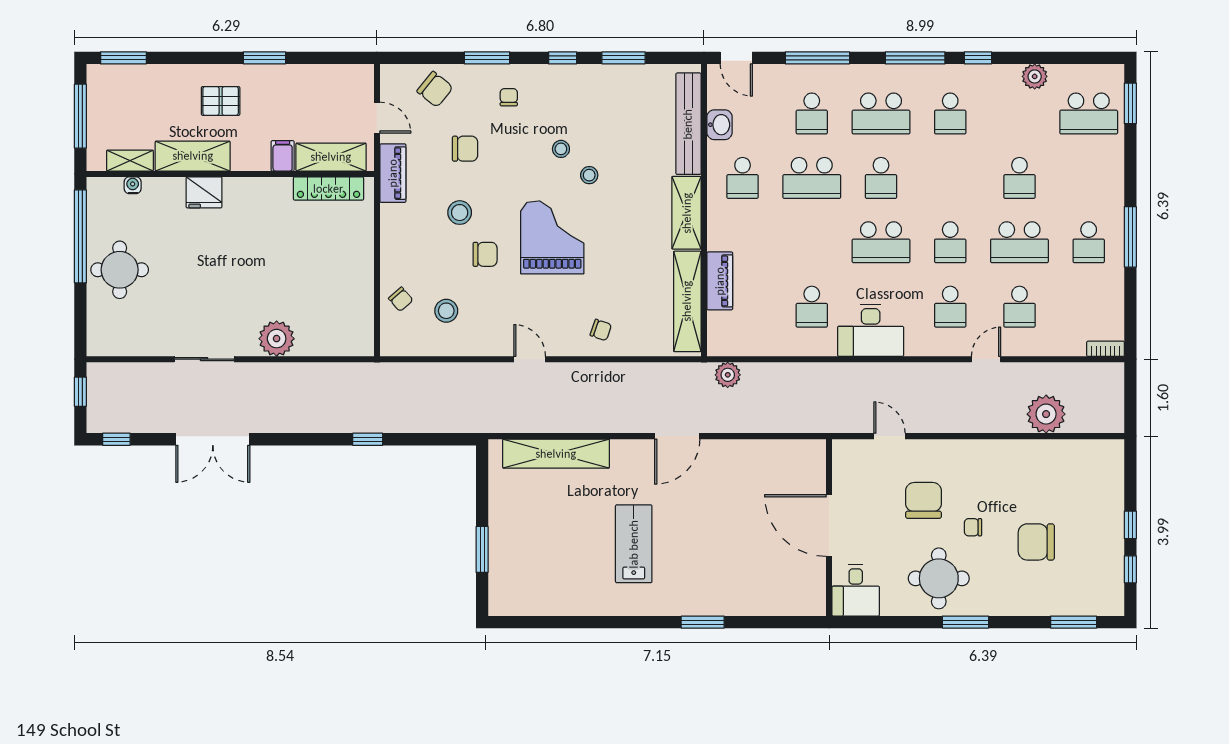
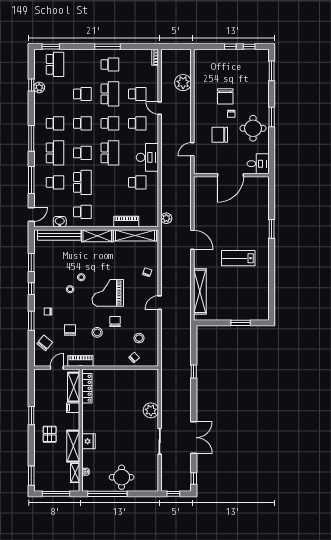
window: (978, 58) -> (31, 85), moved
school desk: (950, 178) -> (82, 123), added
chair: (1036, 542) -> (225, 96), moved

